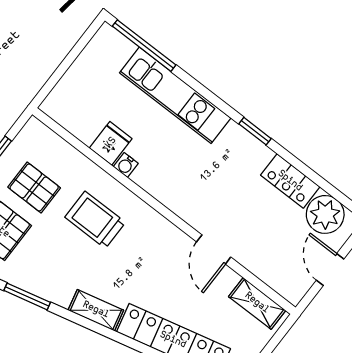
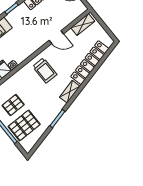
trolley: (95, 220) -> (45, 71), moved, turned -90

